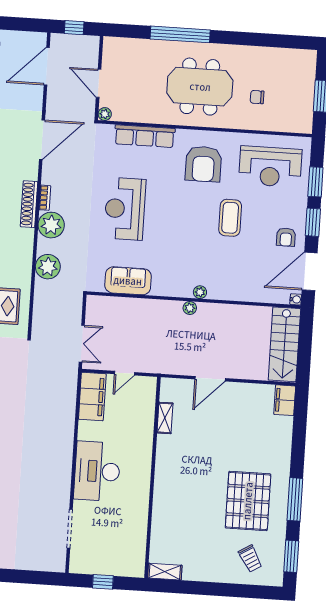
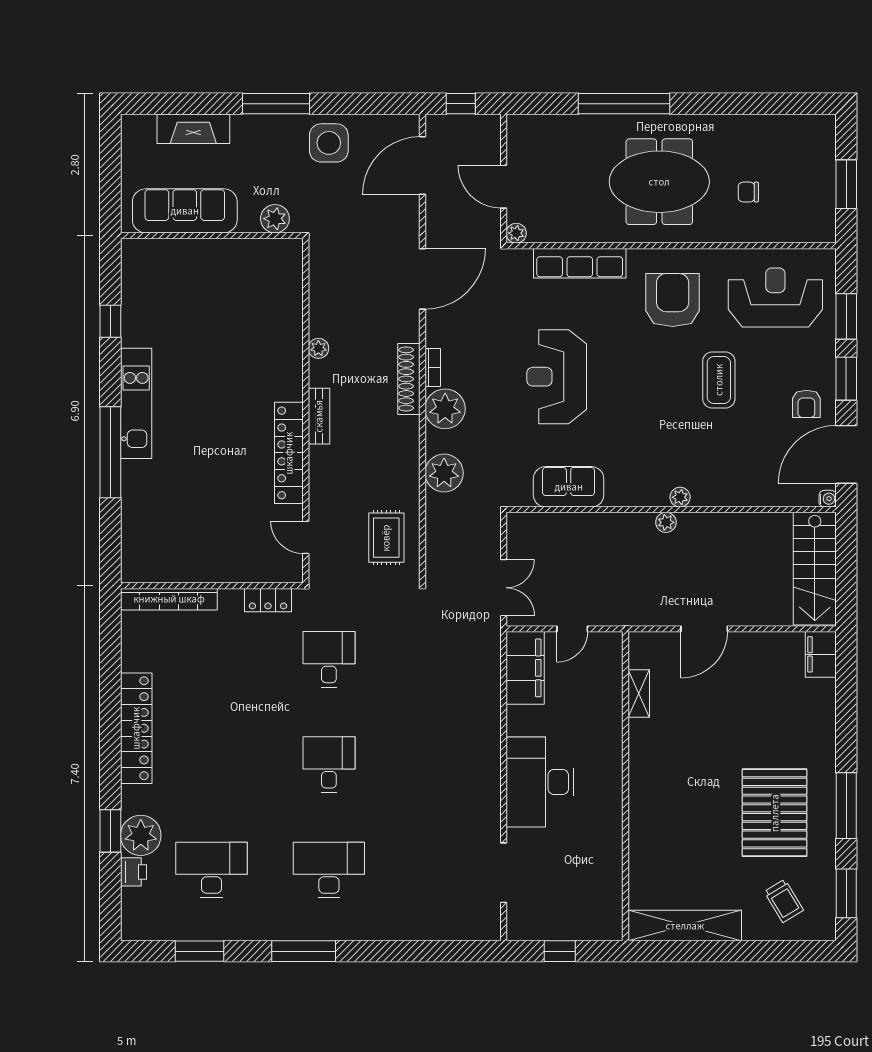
armchair: (203, 164) -> (673, 300), turned 180
reception desk: (270, 167) -> (775, 297), turned 180
shelving: (165, 572) -> (685, 926), width x2.20, depth x1.33

